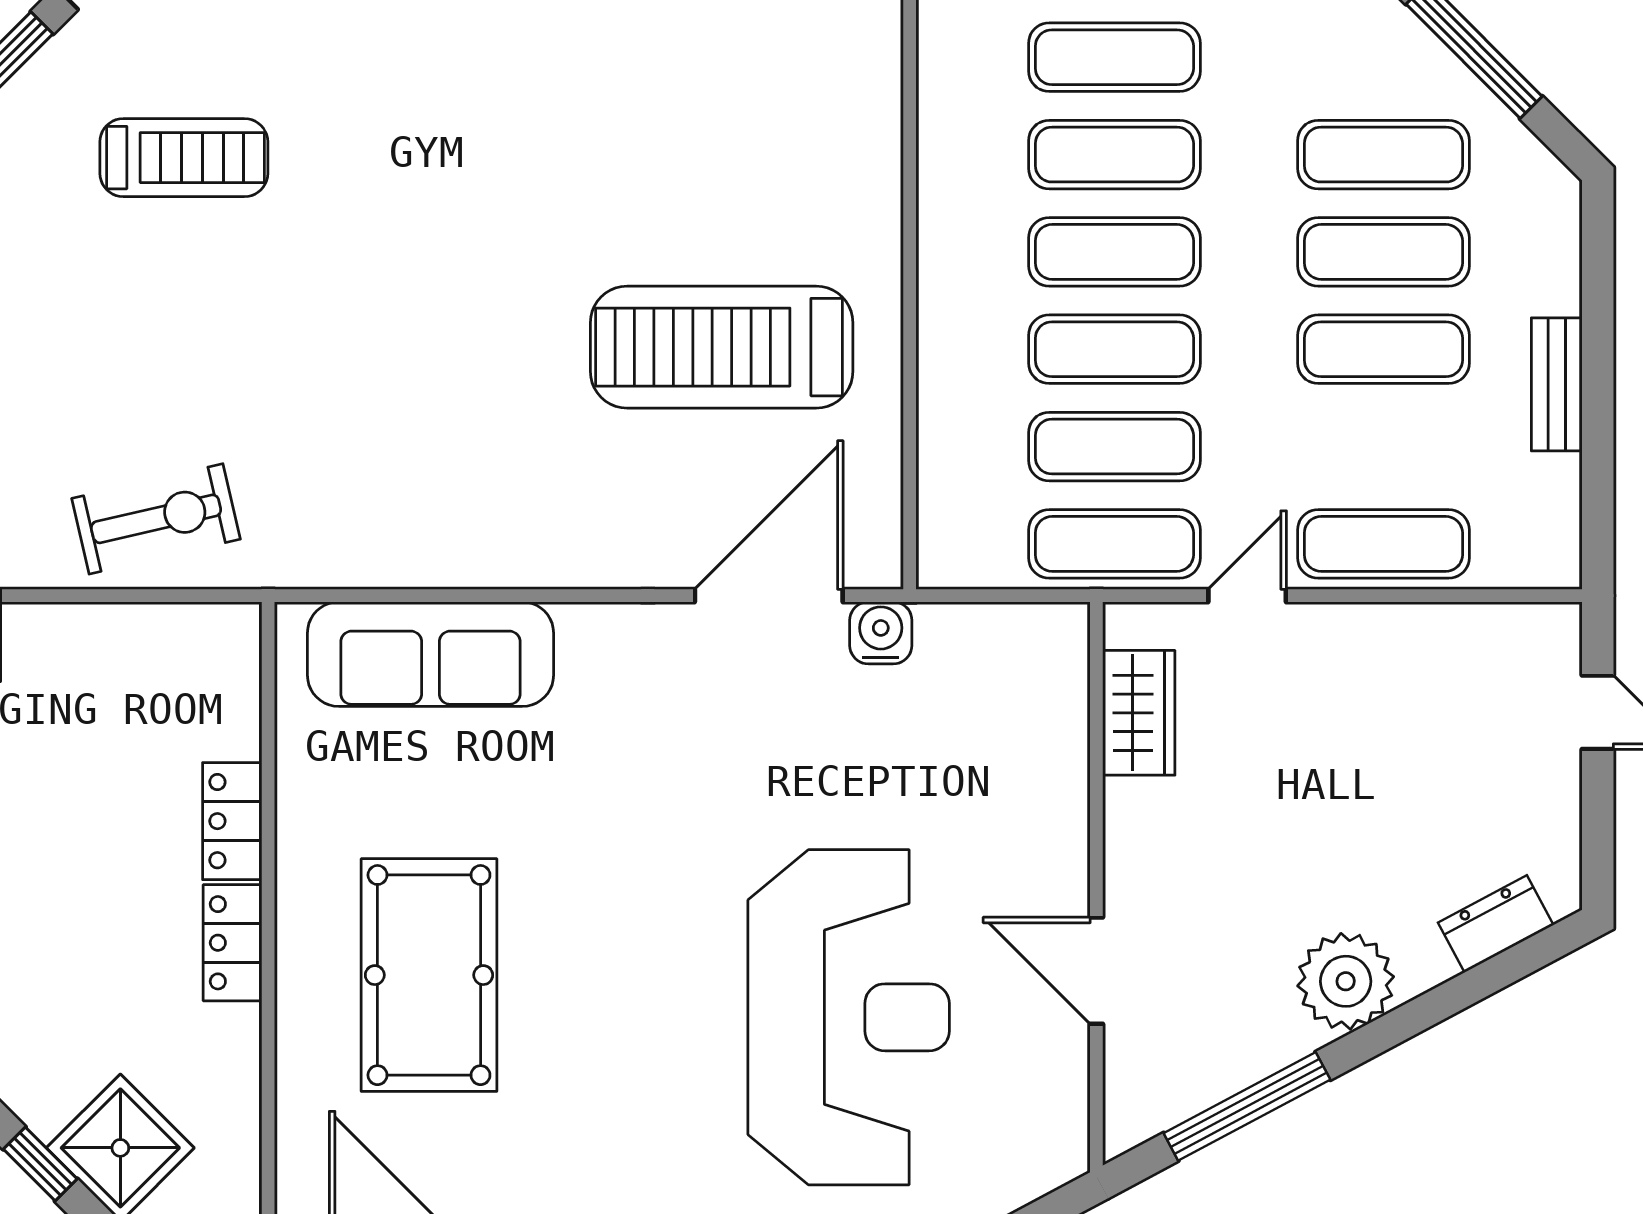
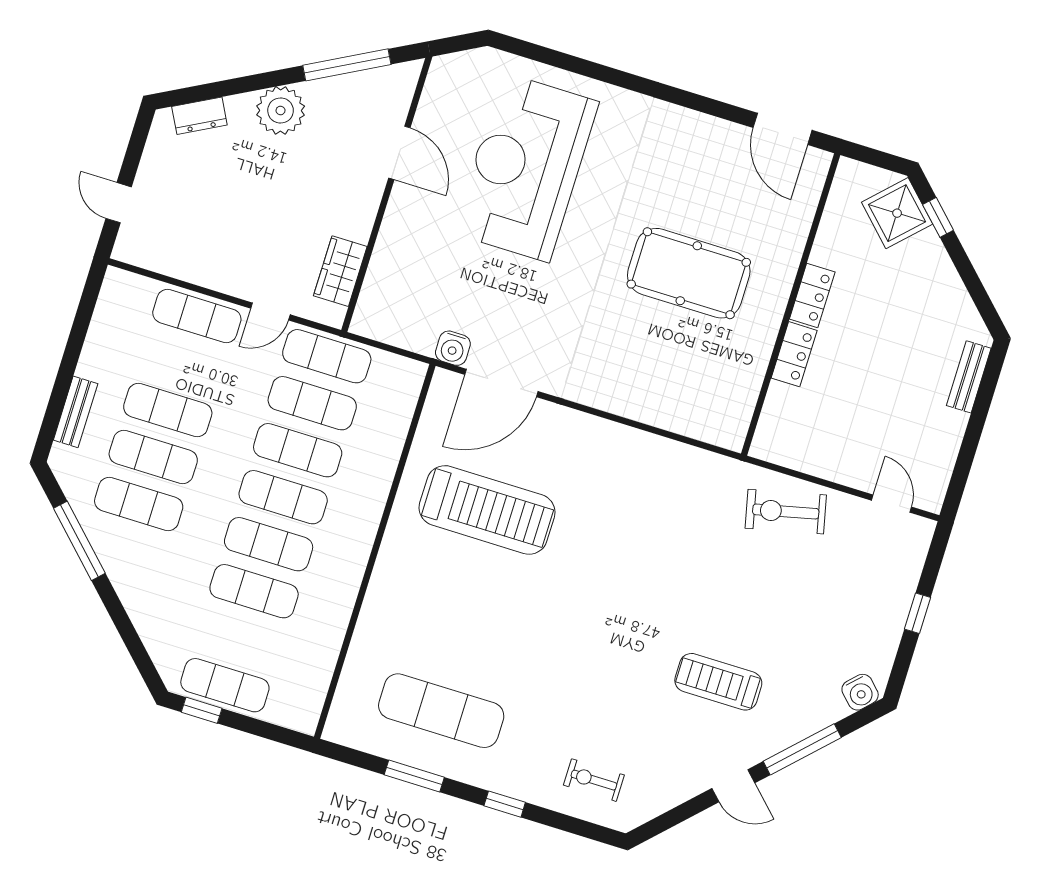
bench: (1557, 384) -> (76, 412), moved
sofa: (431, 654) -> (673, 405), removed
pool table: (429, 975) -> (689, 273), moved, turned 90

